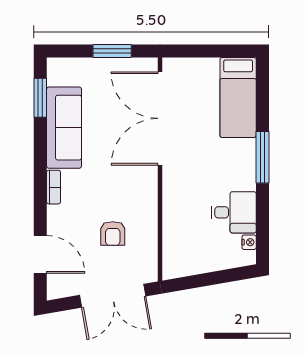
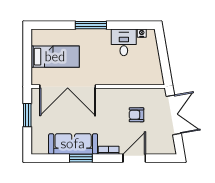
window: (40, 98) -> (81, 158), moved
bed: (238, 98) -> (55, 57), moved
armchair: (113, 234) -> (136, 115), turned 180
door: (40, 254) -> (134, 158), moved

